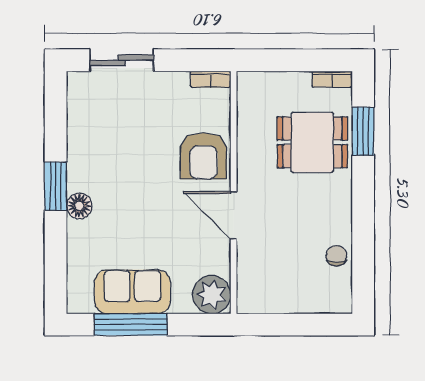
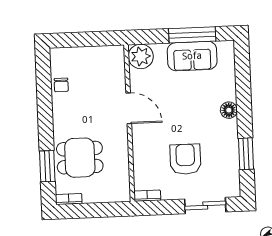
armchair: (204, 156) -> (185, 159), moved
window: (56, 186) -> (246, 154), moved

